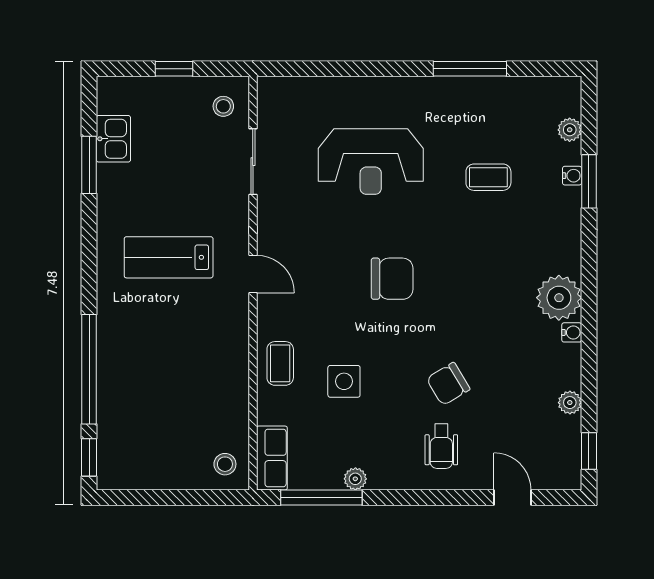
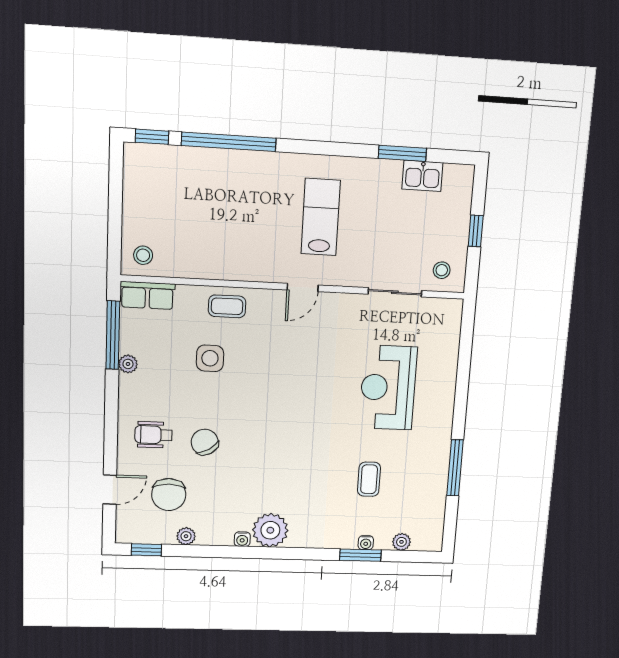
chair: (392, 279) -> (169, 495), moved

